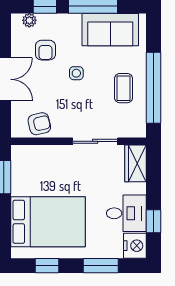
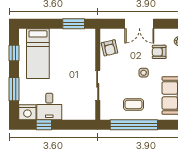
wardrobe: (136, 163) -> (83, 113), removed
bed: (48, 222) -> (38, 54), width x0.67

